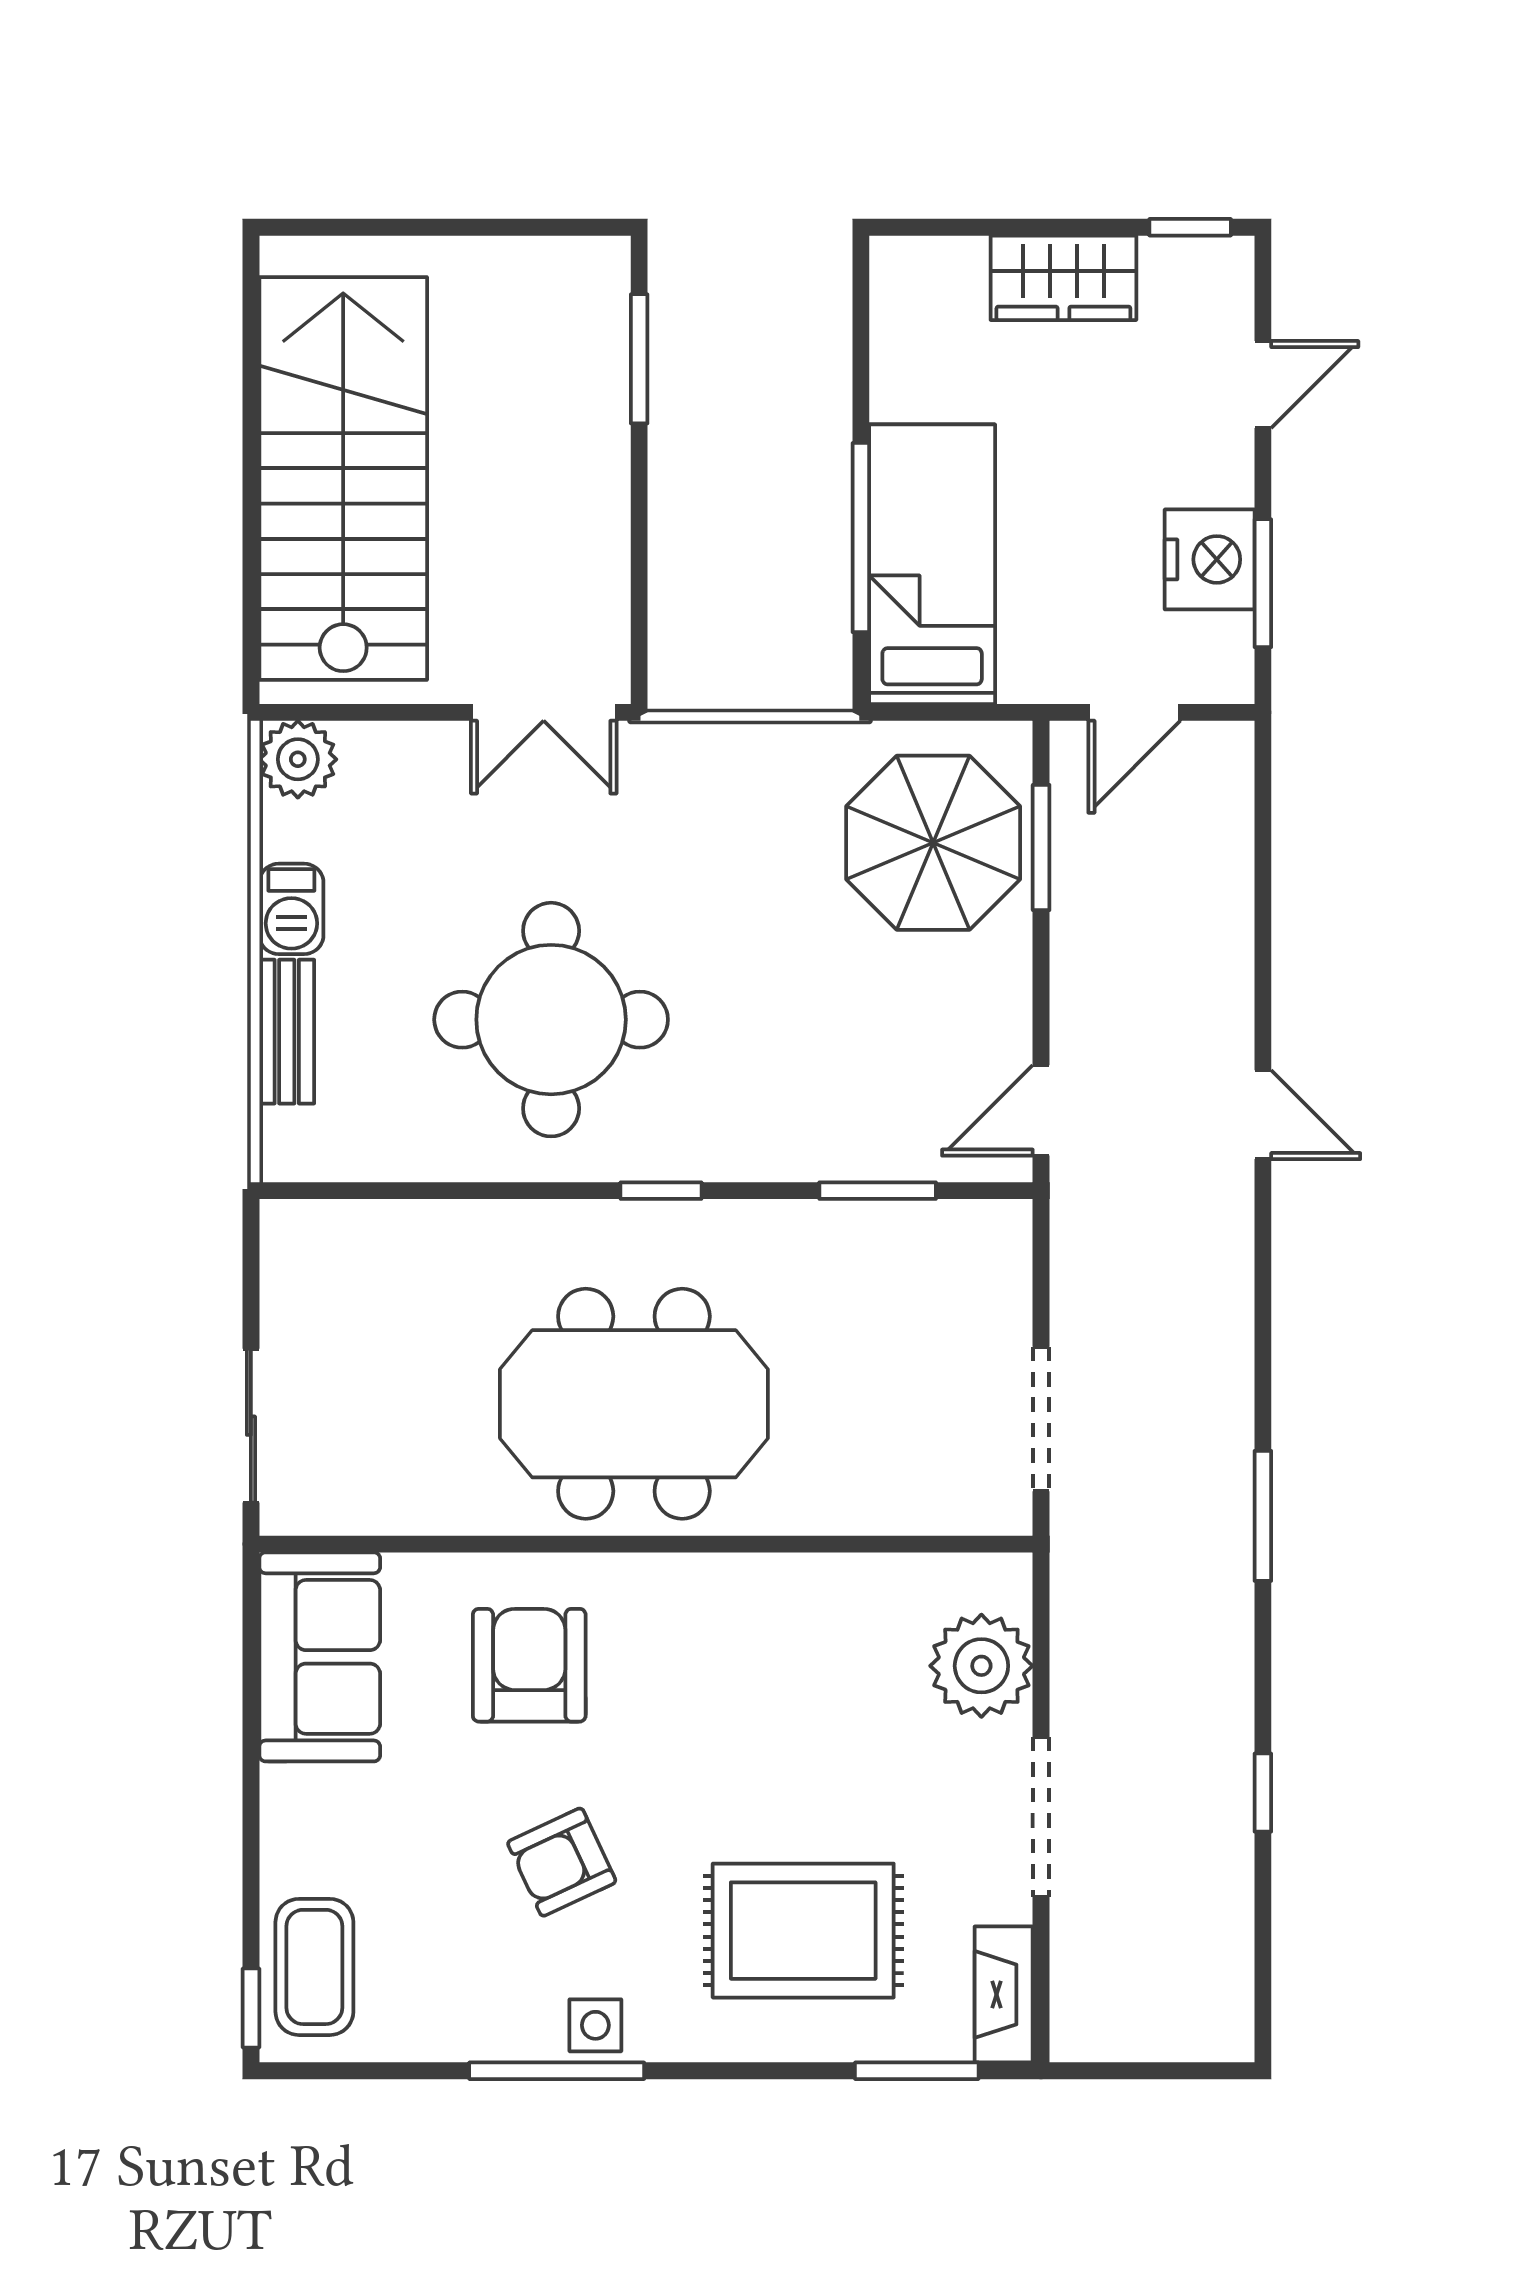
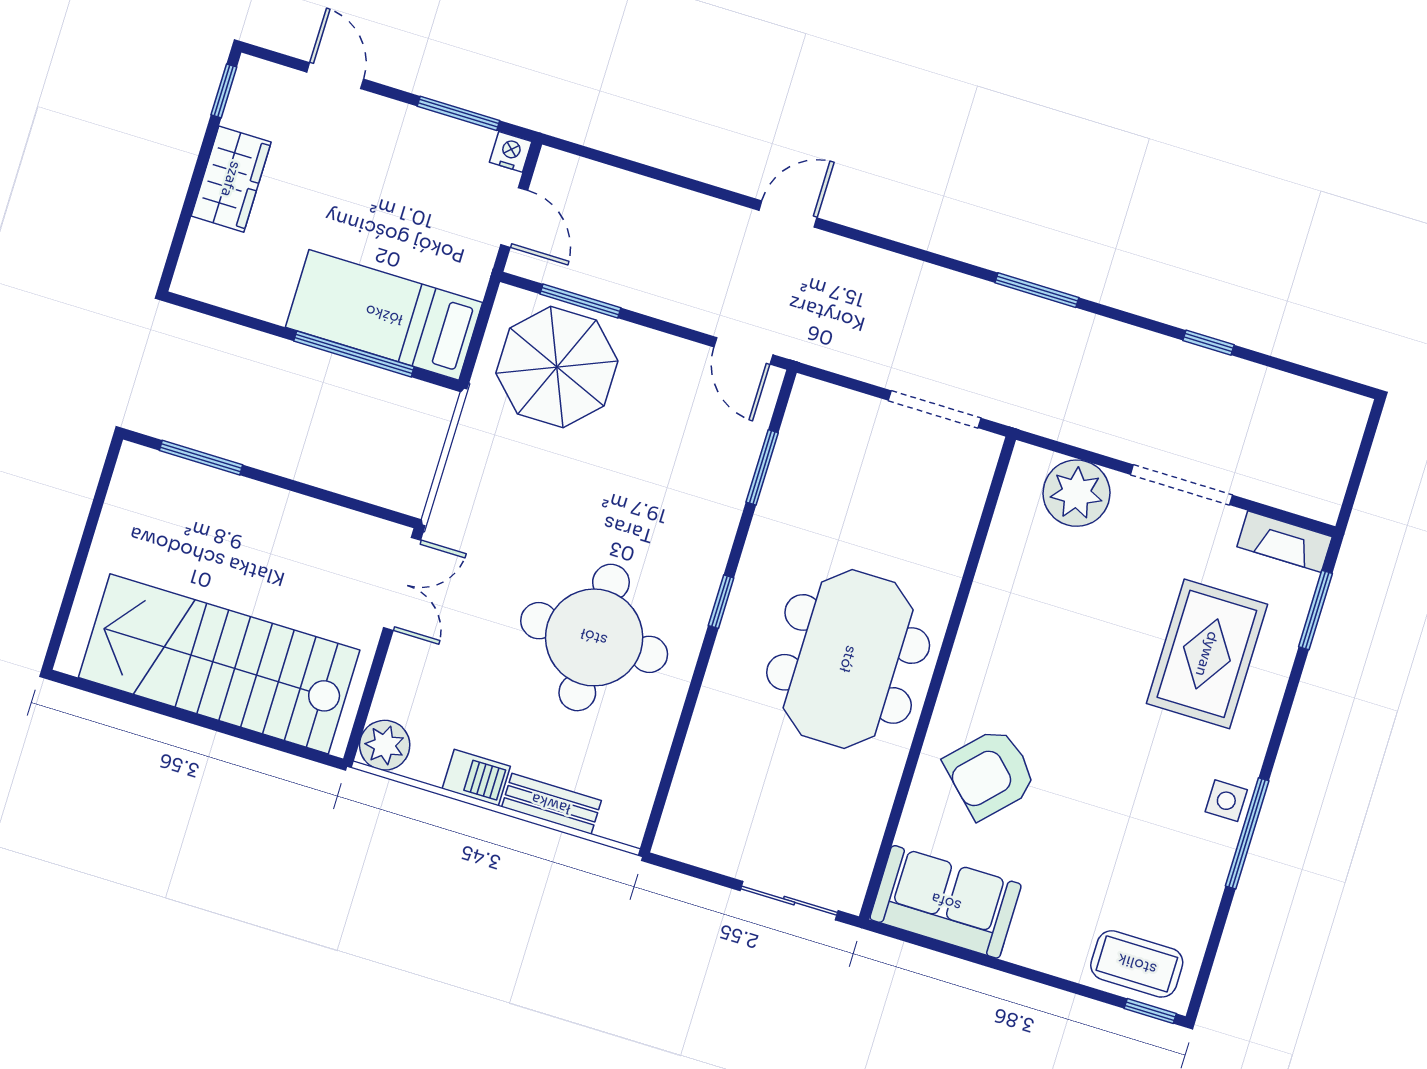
nightstand: (1210, 559) -> (511, 152), moved, width x0.53, depth x0.56
armchair: (529, 1665) -> (990, 773), turned -46
armchair: (562, 1862) -> (1119, 791), removed

